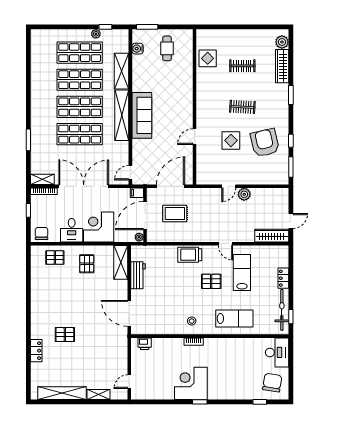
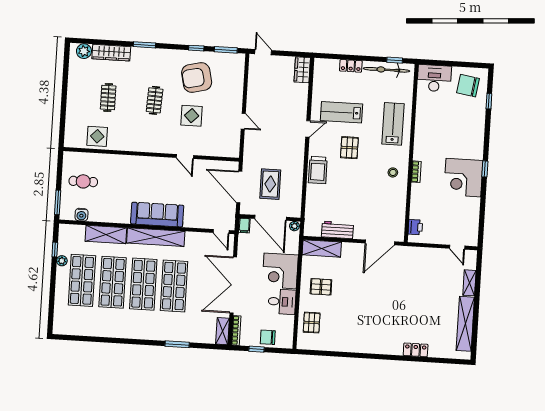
plant: (244, 194) -> (253, 104), removed
door: (291, 221) -> (263, 52), moved
chair: (42, 234) -> (268, 337), moved
wardrobe: (272, 236) -> (302, 70), width x0.67
pallet: (65, 335) -> (399, 317), removed

